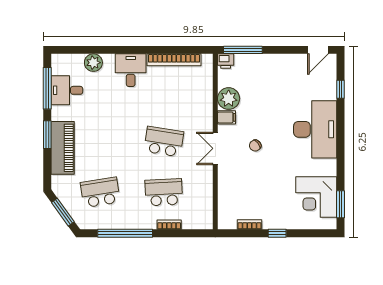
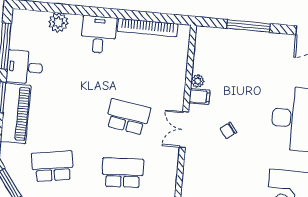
window: (243, 50) -> (248, 26), moved
printer: (226, 61) -> (204, 34), removed
desk: (67, 90) -> (25, 67), moved
plant: (229, 99) -> (198, 81), width x0.53, depth x0.53

